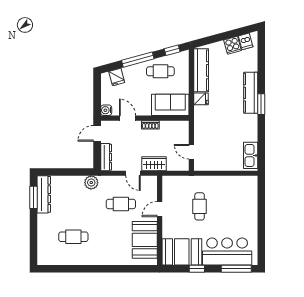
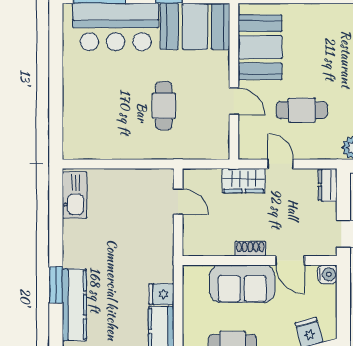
sofa: (170, 105) -> (242, 284), moved
dresser: (106, 157) -> (328, 185), width x0.70
door: (160, 209) -> (234, 101), hinge flipped

